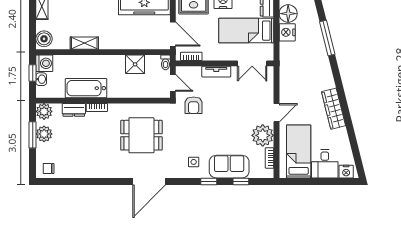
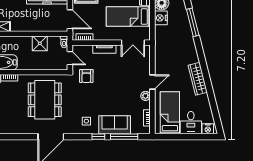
dining table: (141, 135) -> (45, 100), width x1.38
plant: (263, 135) -> (145, 96), width x0.53, depth x0.53
window: (241, 181) -> (124, 137), width x2.17

